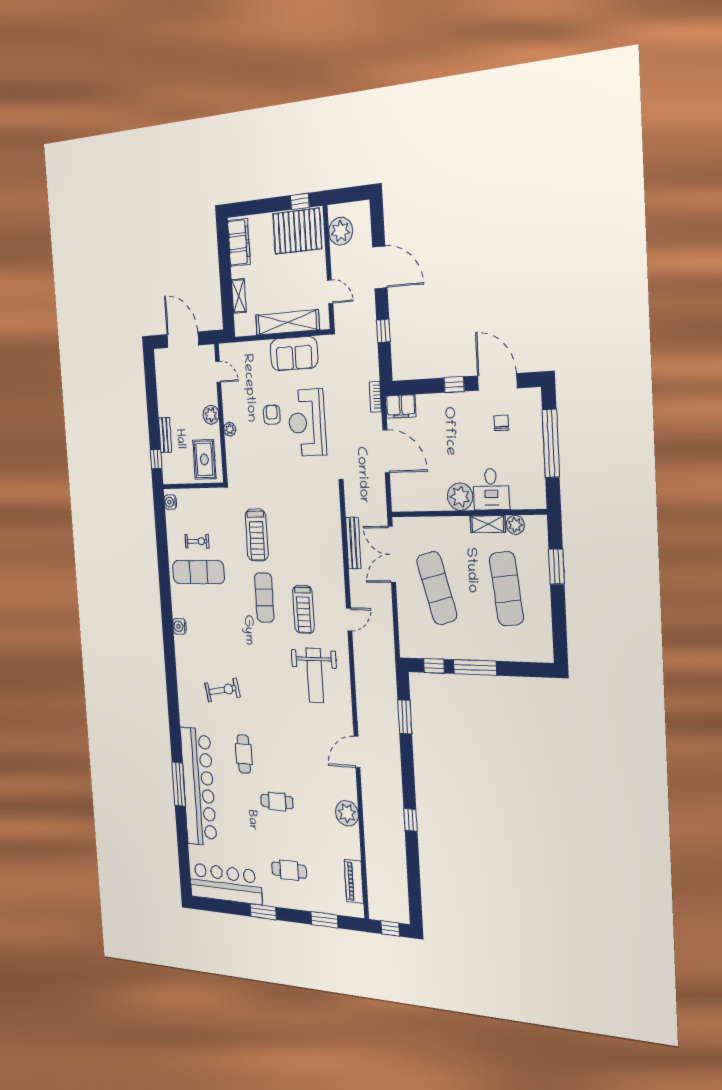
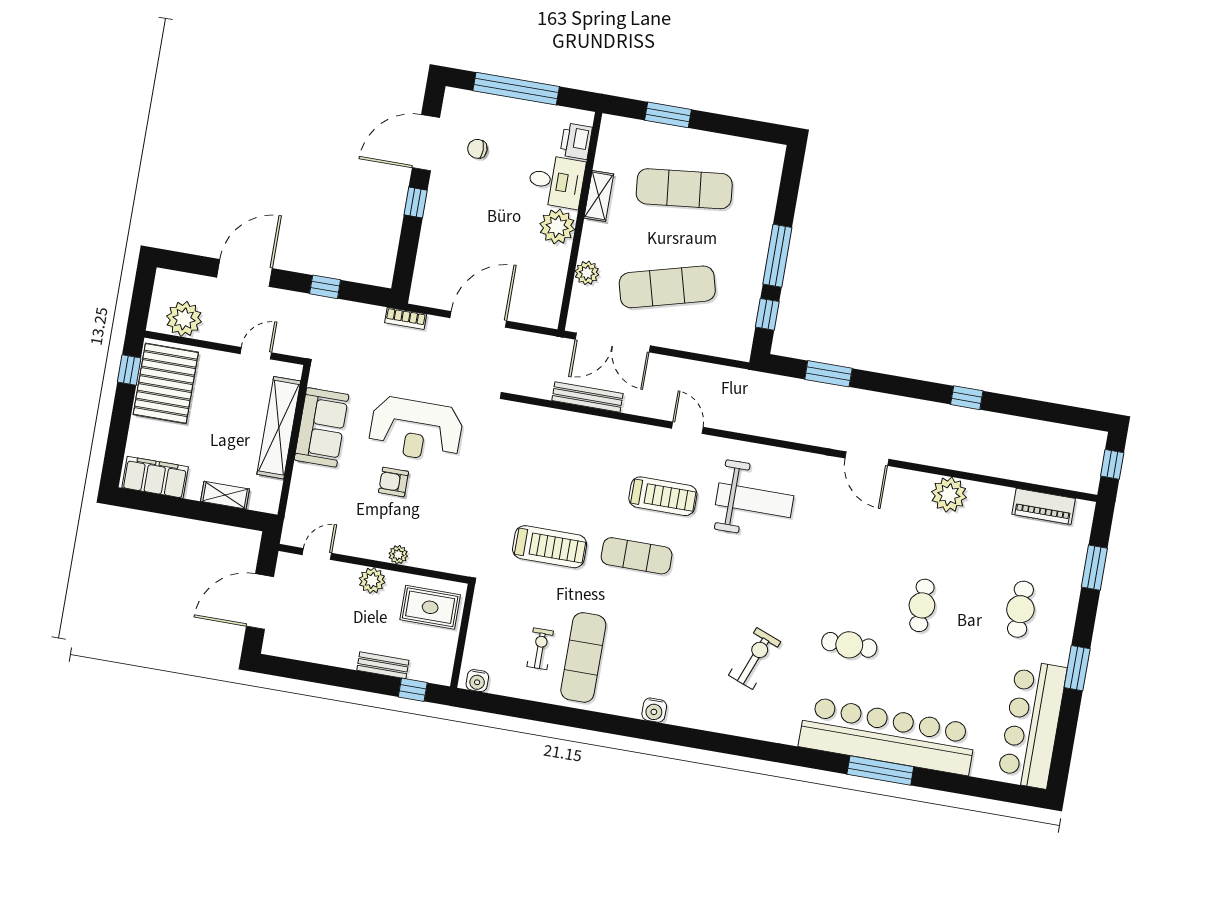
filing cabinet: (401, 406) -> (426, 284), removed
printer: (523, 499) -> (576, 141), added
plant: (515, 525) -> (587, 273), moved
exercise bike: (222, 690) -> (755, 659), turned 31

